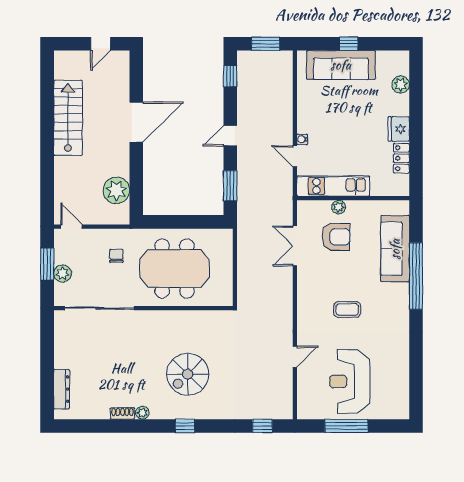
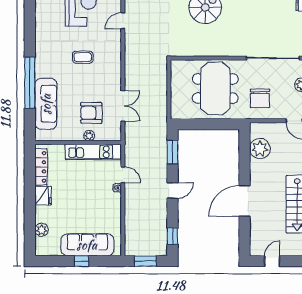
locker: (401, 158) -> (41, 167), width x1.53
chair: (116, 256) -> (260, 98), width x1.87, depth x1.87
meeting table: (175, 269) -> (215, 88), turned 90

